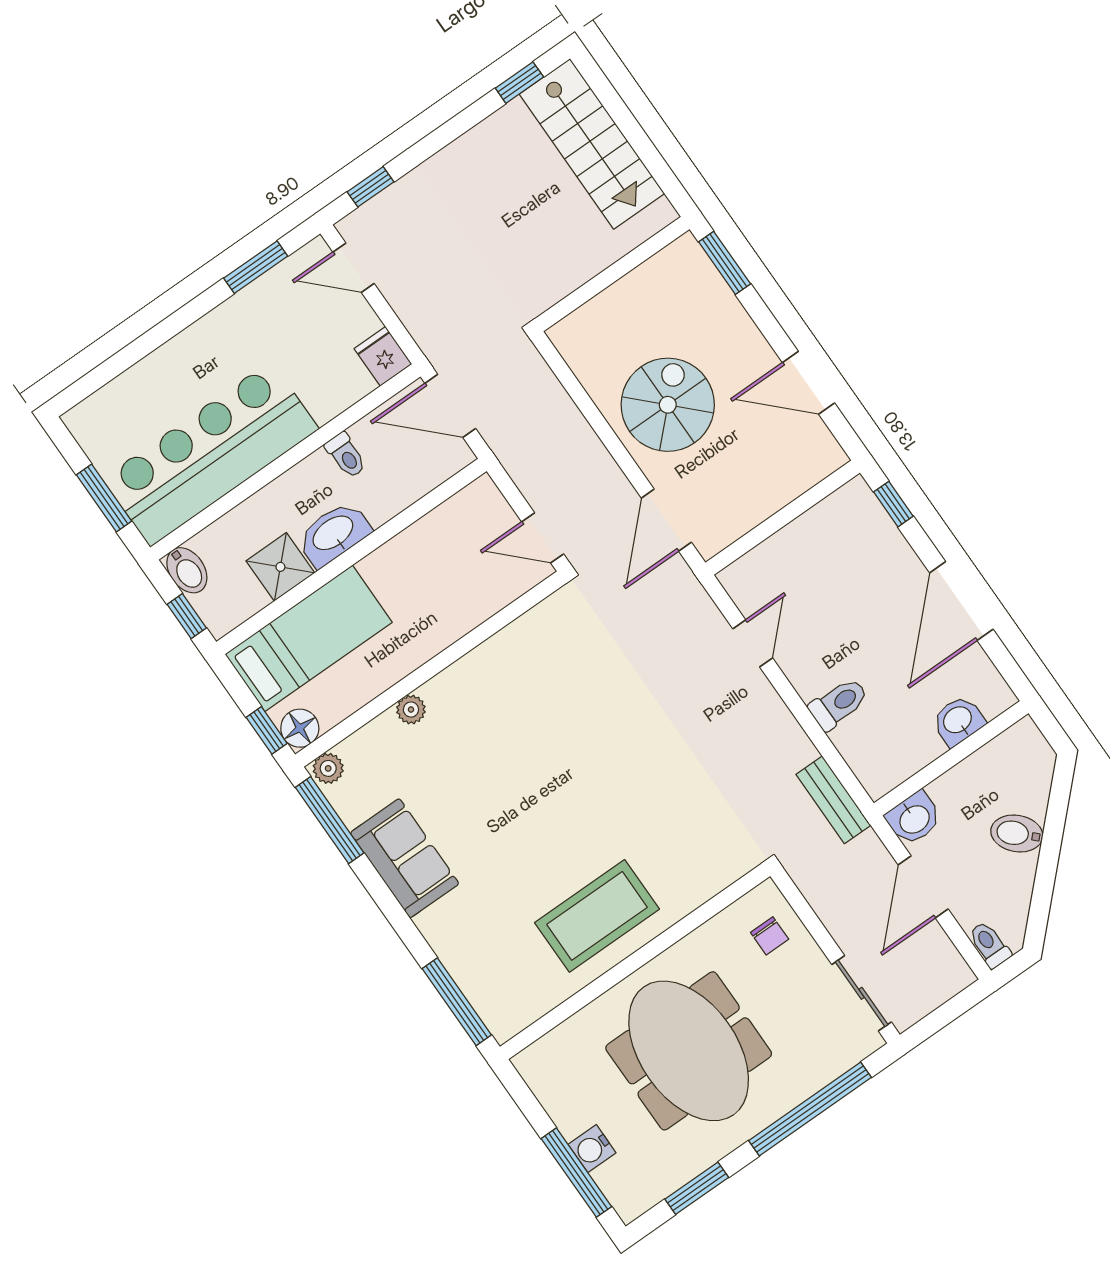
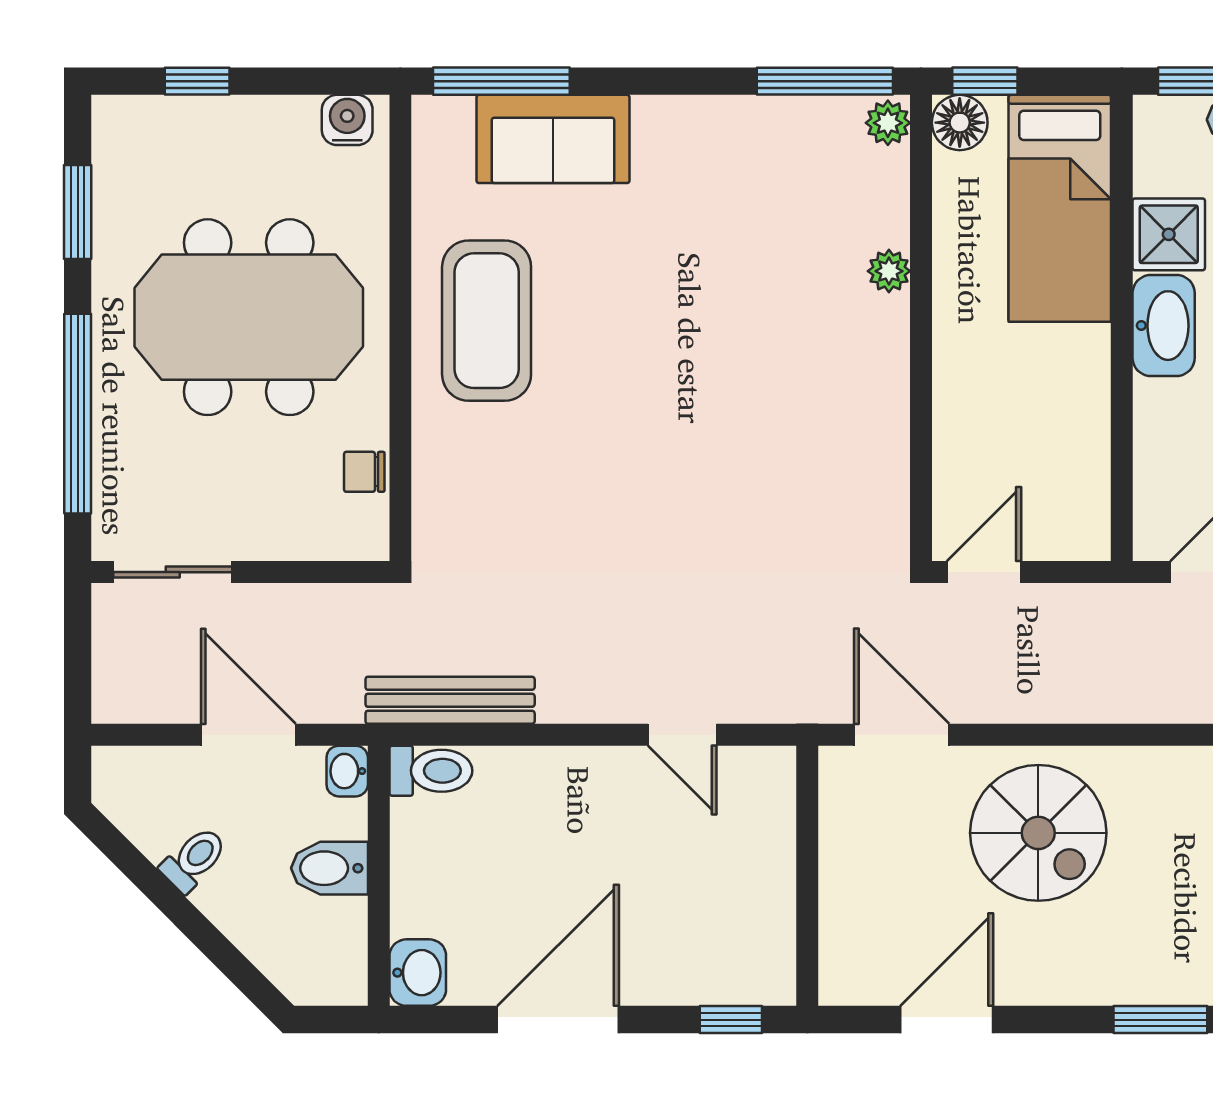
door: (961, 601) -> (558, 1020), hinge flipped
toilet: (839, 704) -> (431, 771), moved, turned -90
washbasin: (958, 721) -> (418, 973), moved
bench: (833, 800) -> (450, 700), width x1.36
washbasin: (914, 818) -> (347, 771), width x0.72, depth x0.69
bidet: (1017, 833) -> (329, 868), moved, turned -135
sofa: (405, 858) -> (553, 139), moved
chair: (770, 936) -> (364, 472), moved
toilet: (989, 945) -> (194, 859), moved, turned -45
water cooler: (592, 1149) -> (347, 120), moved
window: (576, 1173) -> (197, 81), width x0.46

